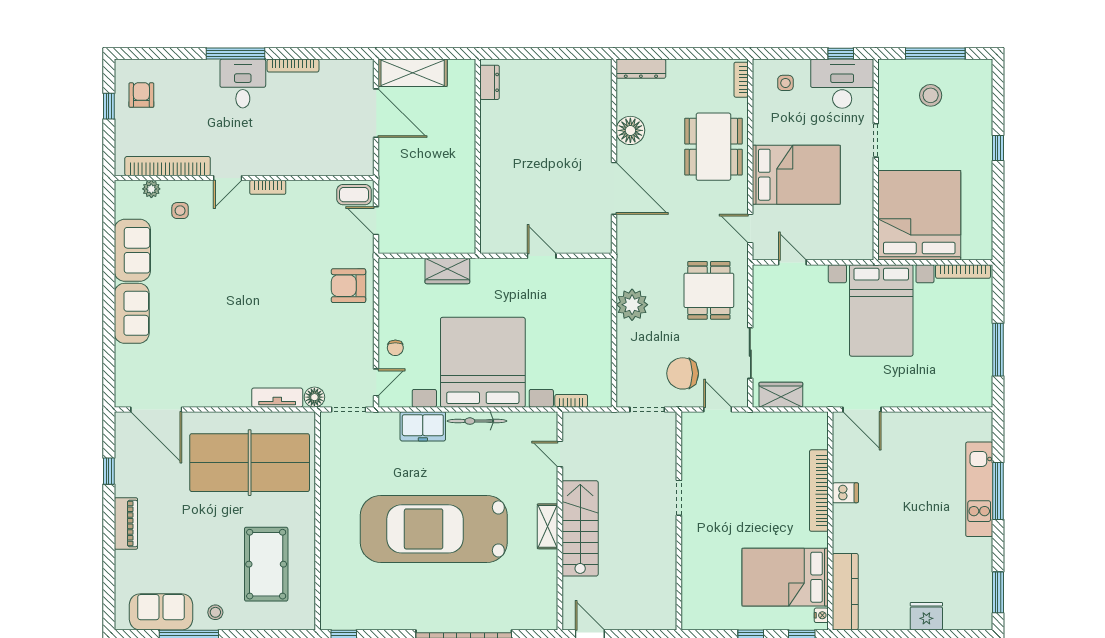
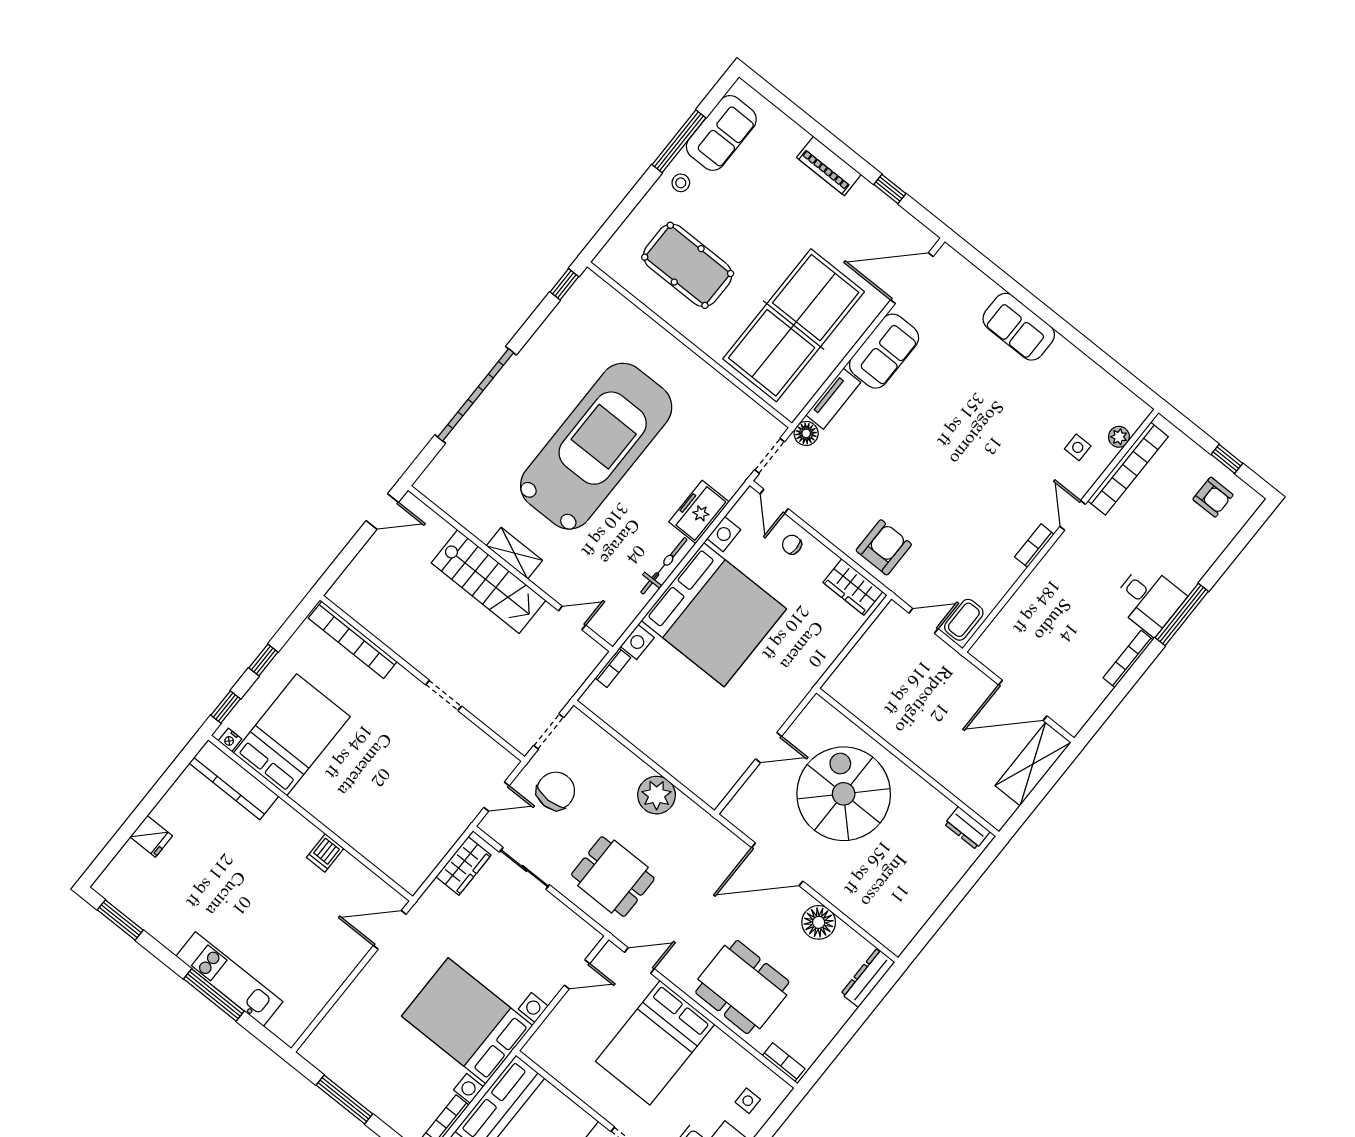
spiral stairs: (532, 182) -> (844, 794), added
sofa: (132, 250) -> (884, 351), moved, turned -90
wardrobe: (447, 271) -> (853, 587), moved, turned -90
bookcase: (819, 491) -> (353, 640), moved, turned 180
fridge: (926, 616) -> (151, 836), width x0.72

